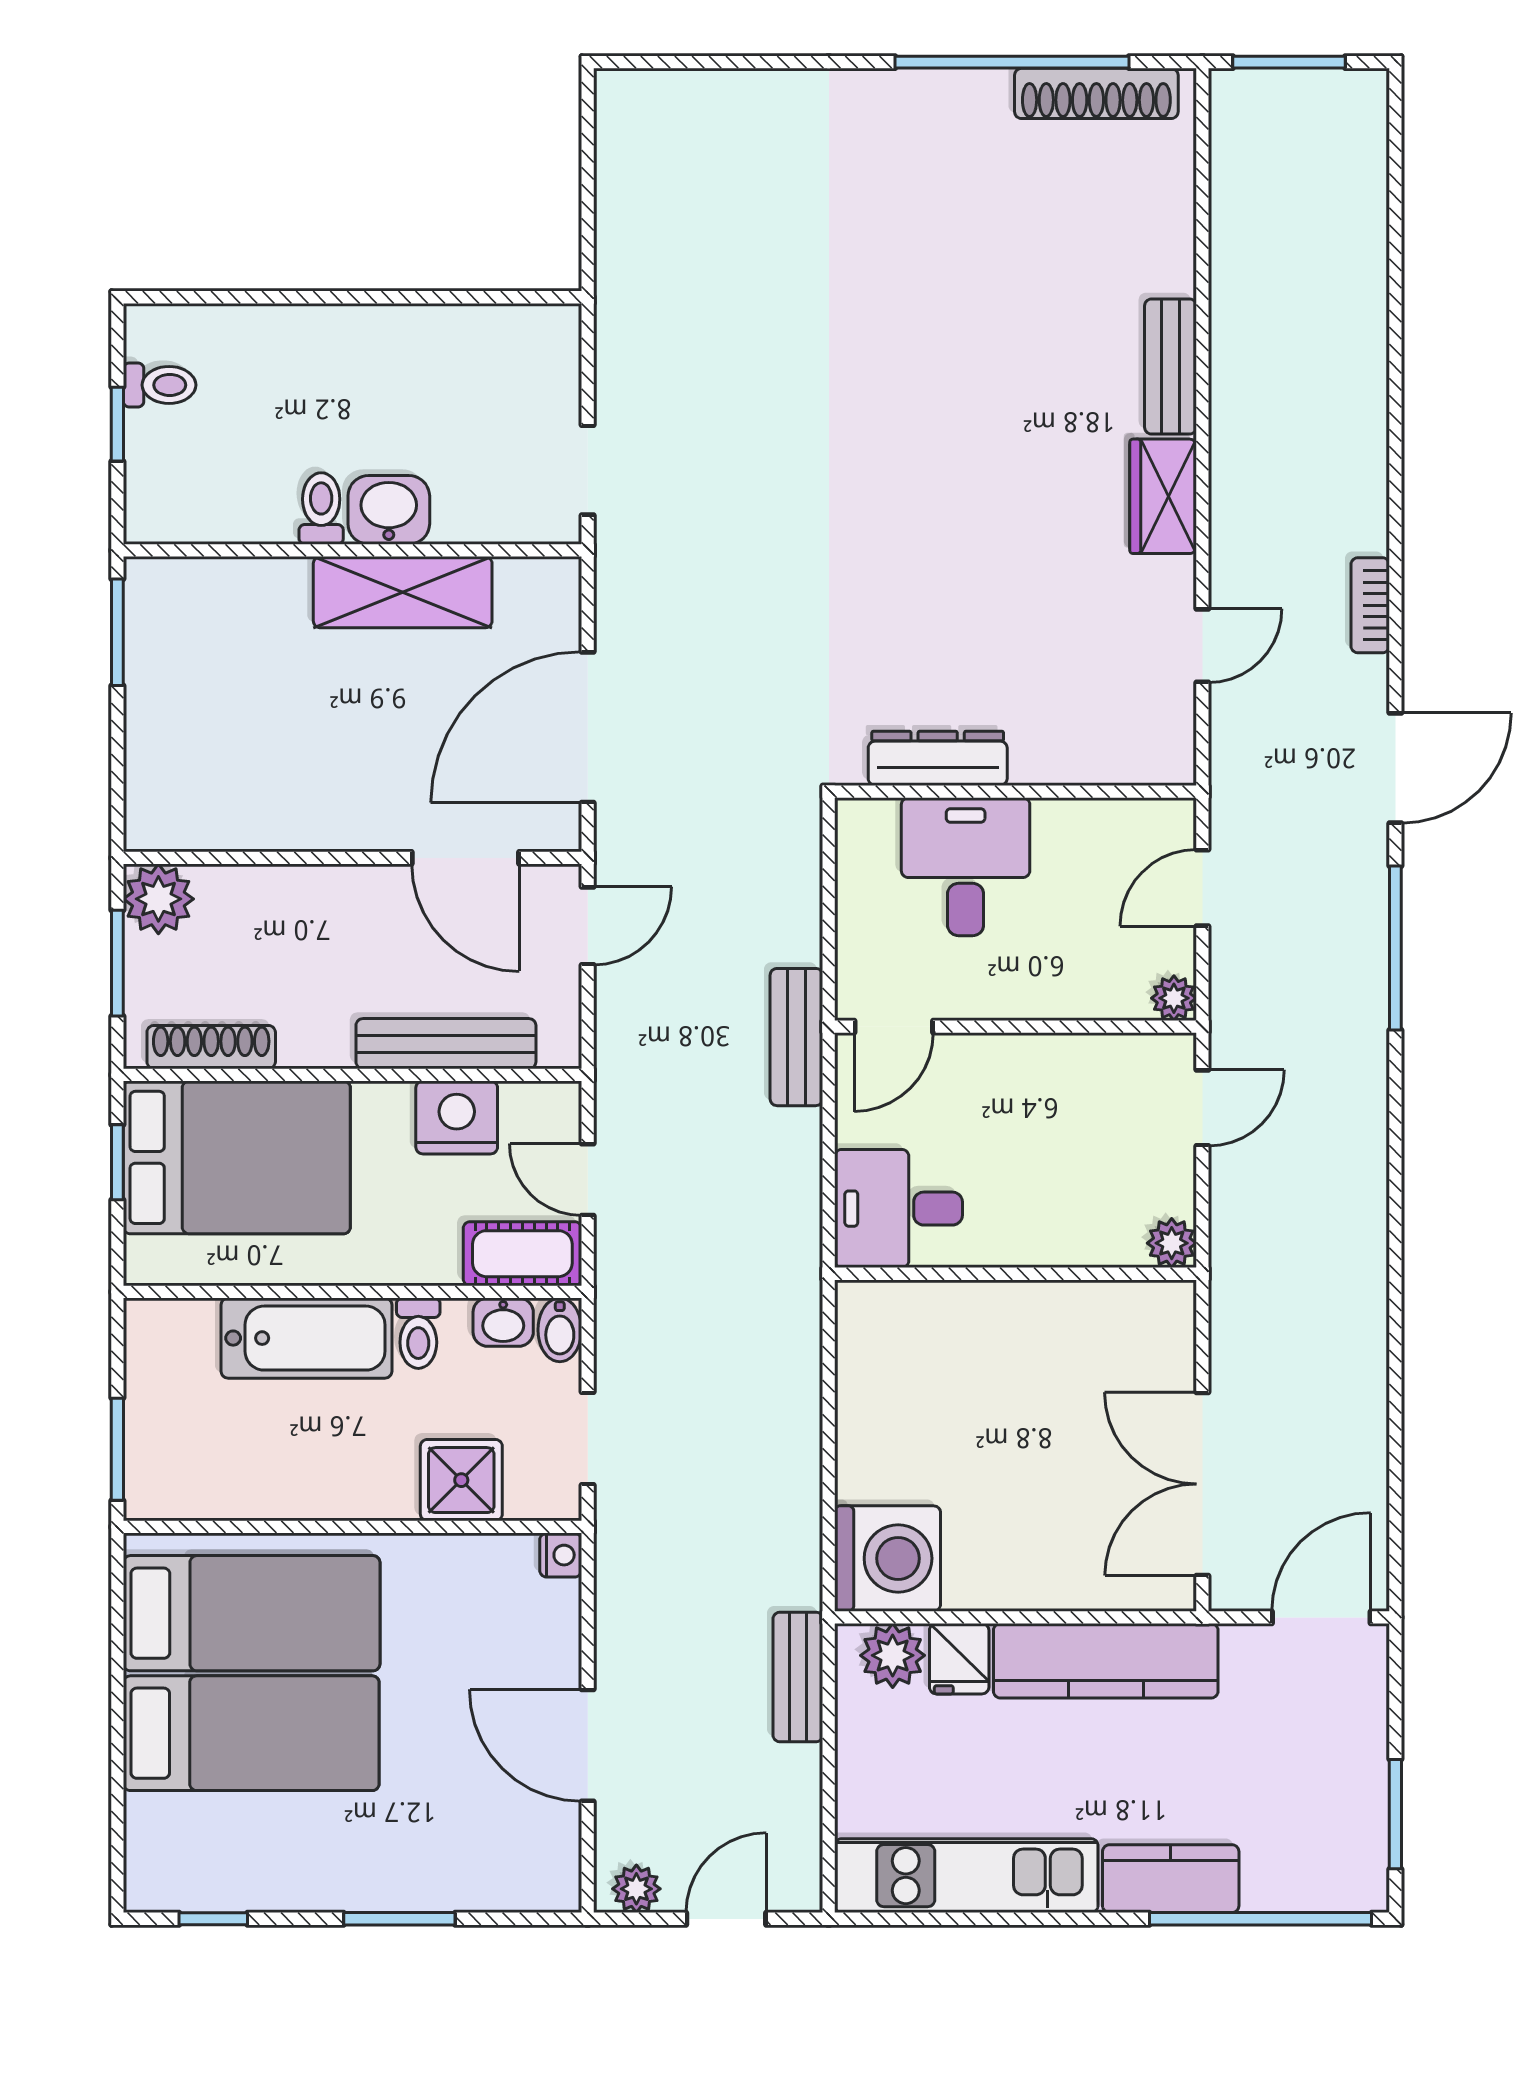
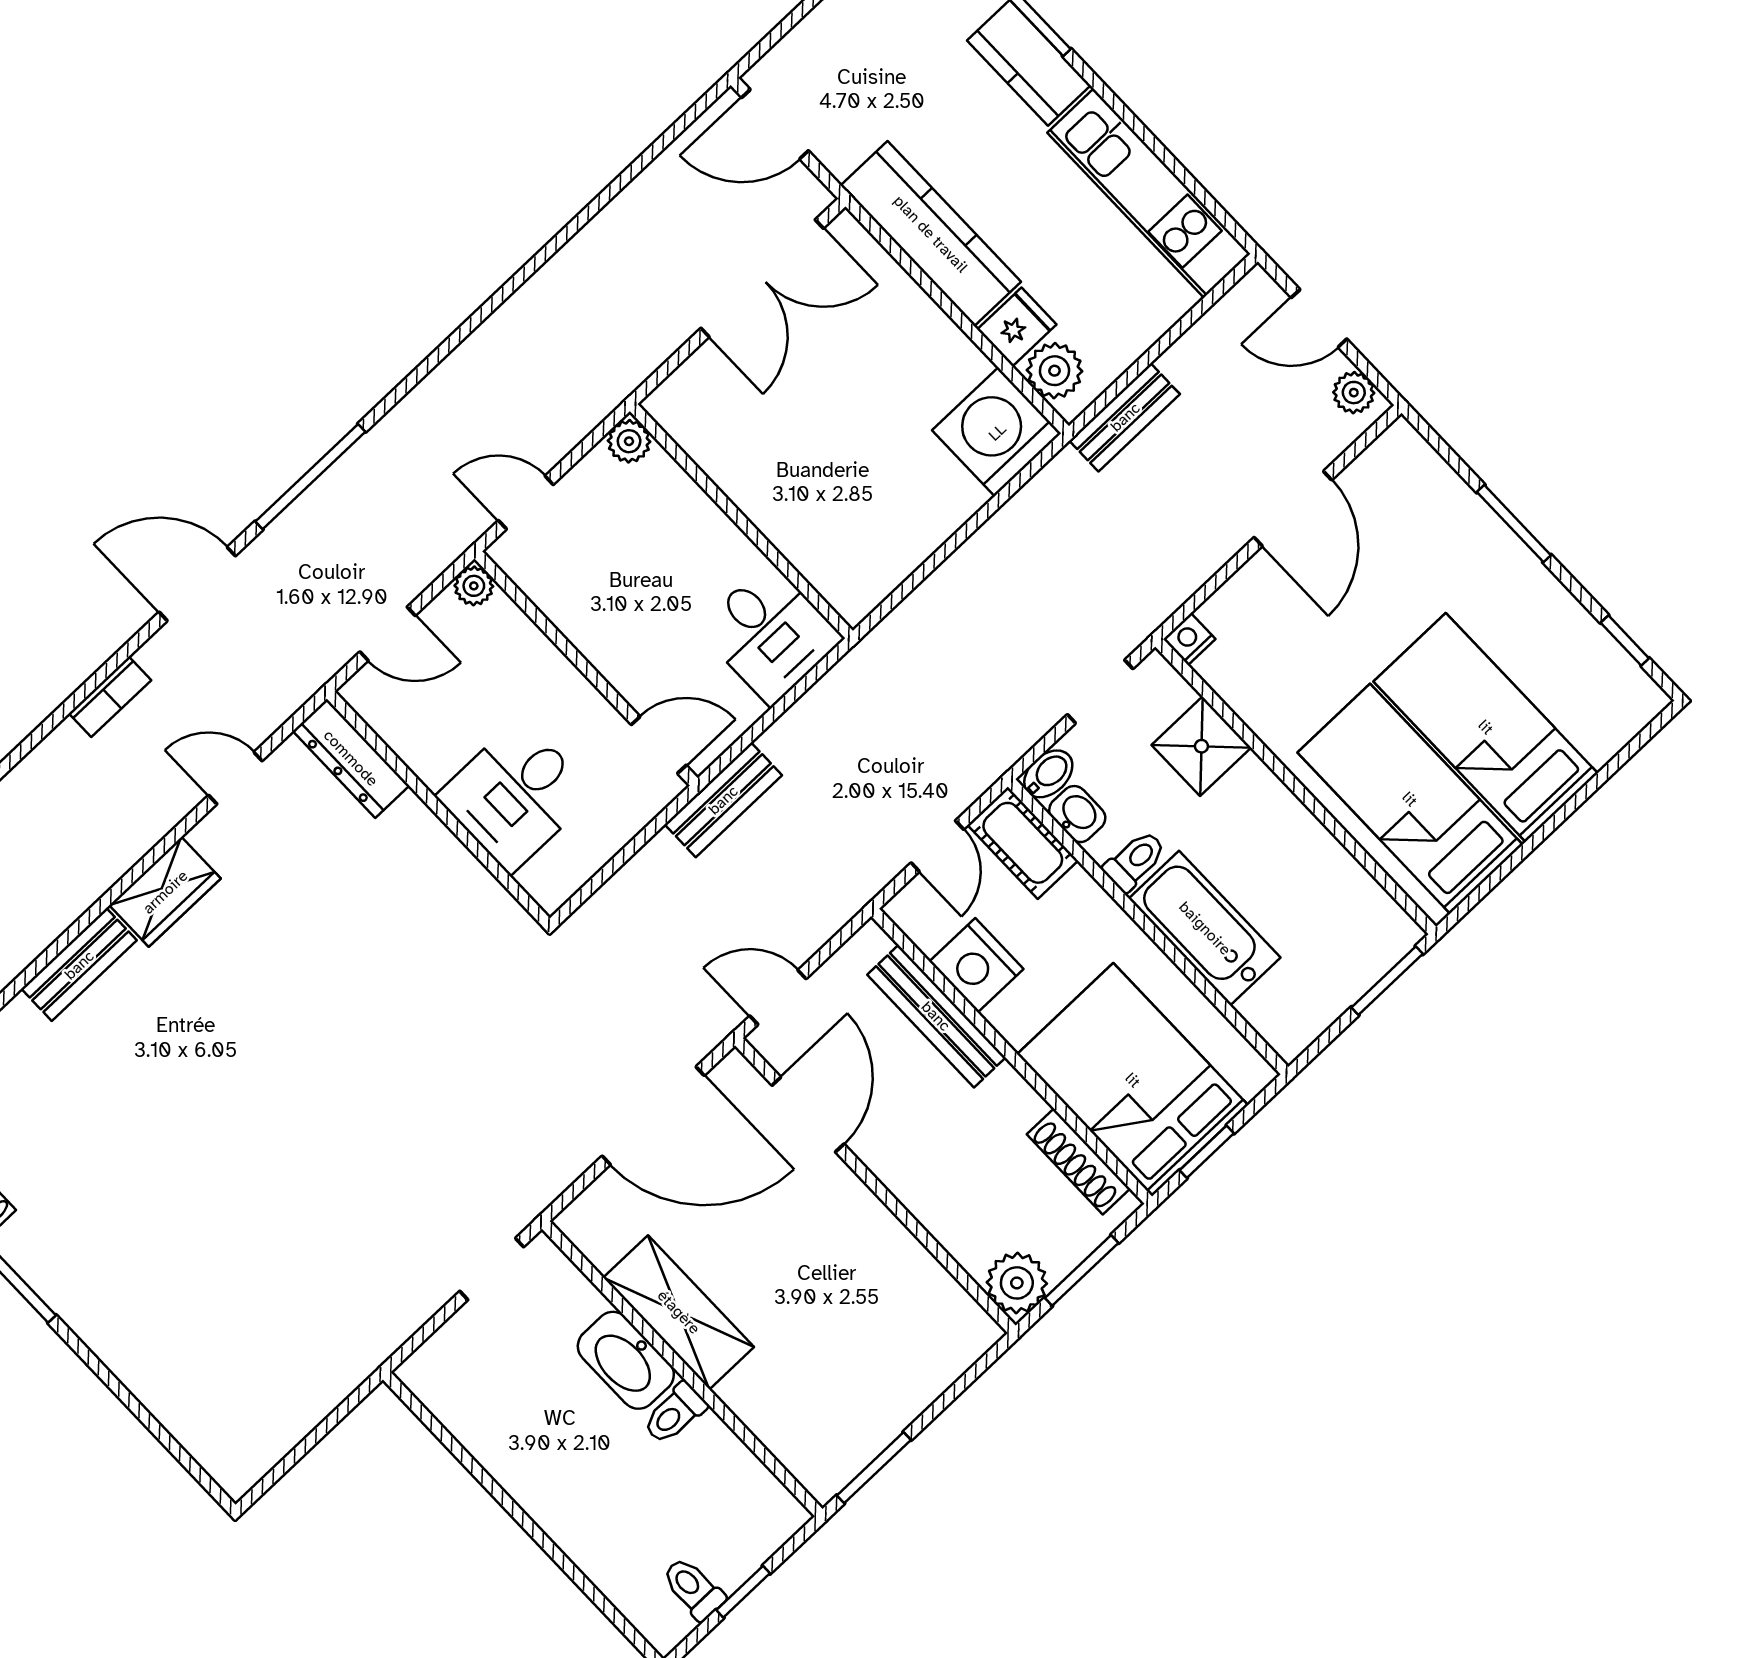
washbasin: (389, 510) -> (626, 1360), width x1.38
dresser: (938, 758) -> (351, 758), moved

